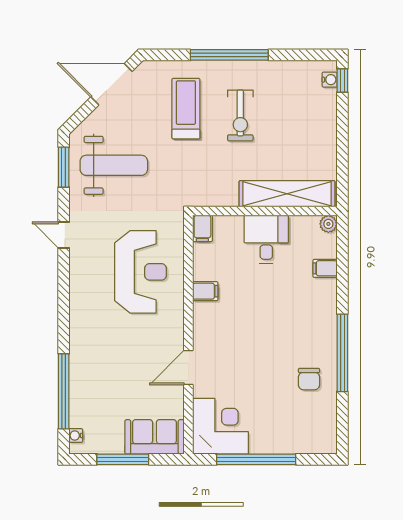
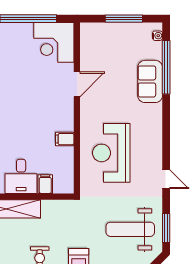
filing cabinet: (202, 228) -> (45, 184), moved
sofa: (154, 437) -> (150, 81), moved, turned 90

